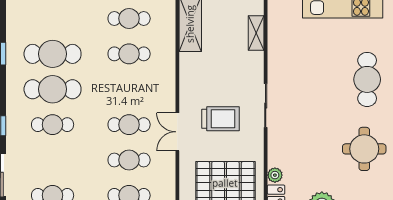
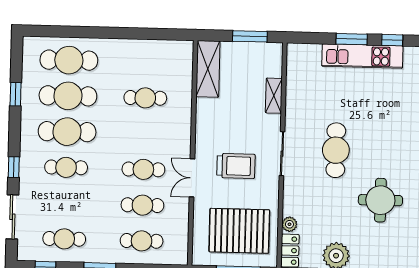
cafe table: (129, 18) -> (69, 60), moved, width x1.37, depth x1.35
shelving: (256, 33) -> (274, 96), moved
cafe table: (367, 79) -> (336, 150), moved

